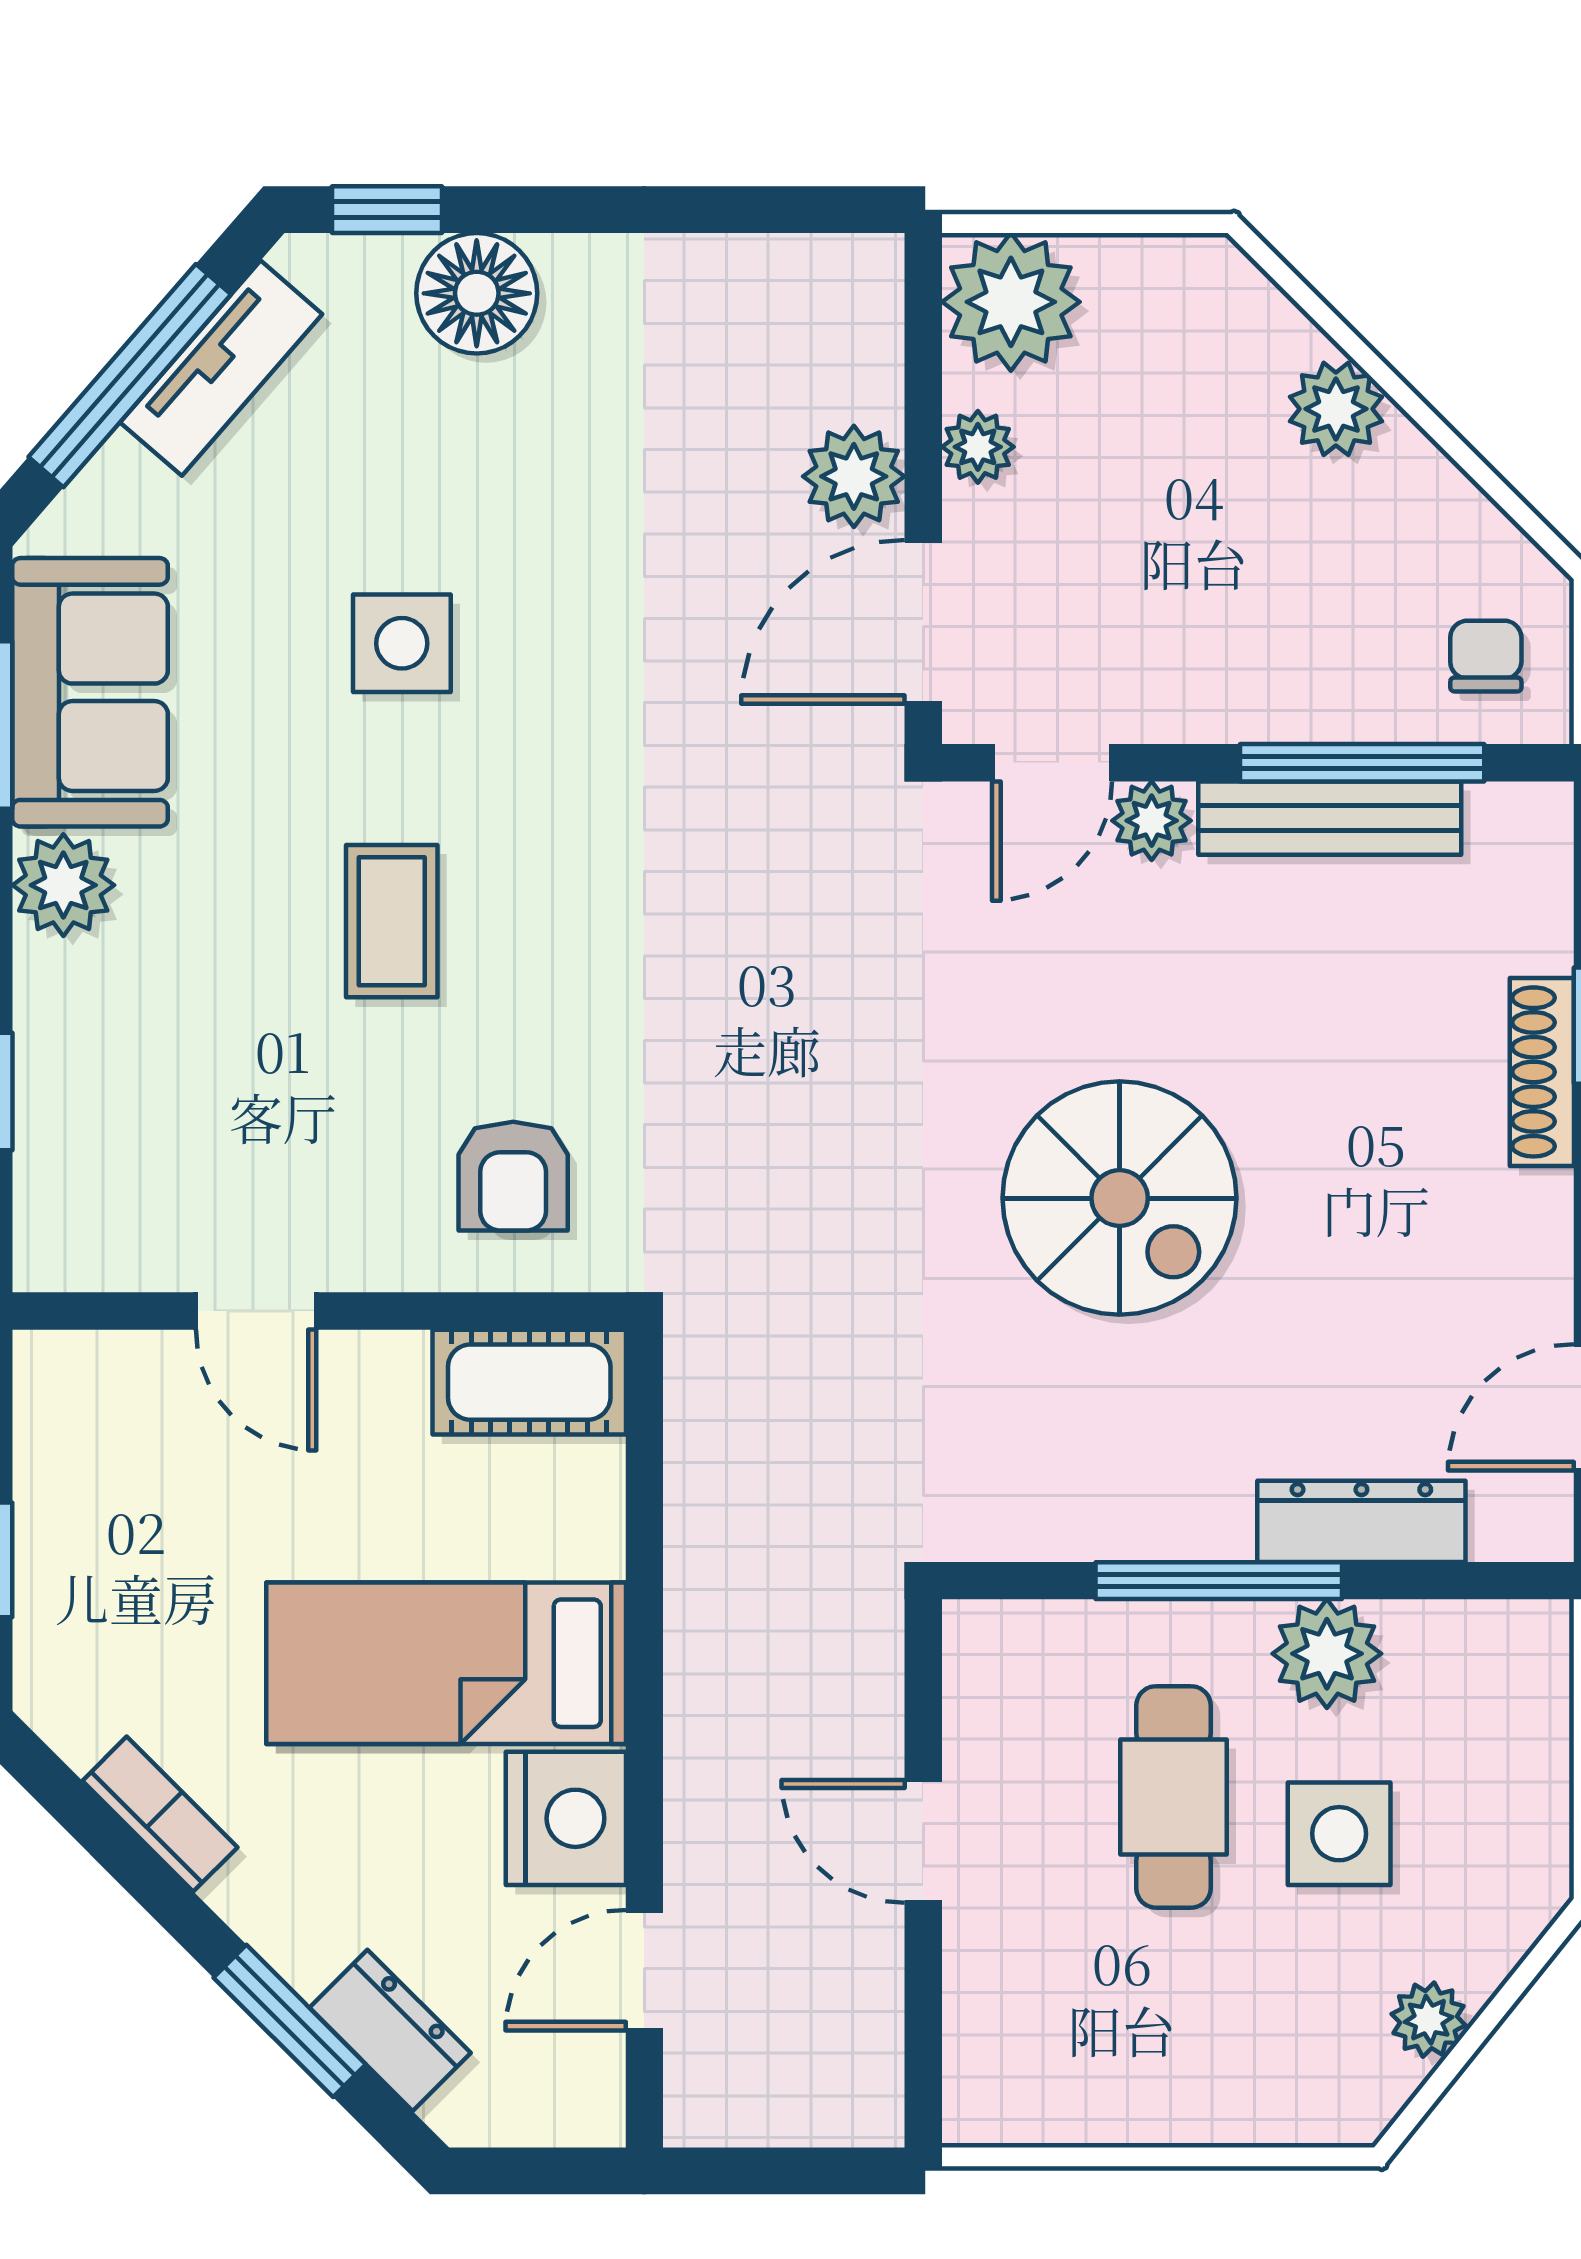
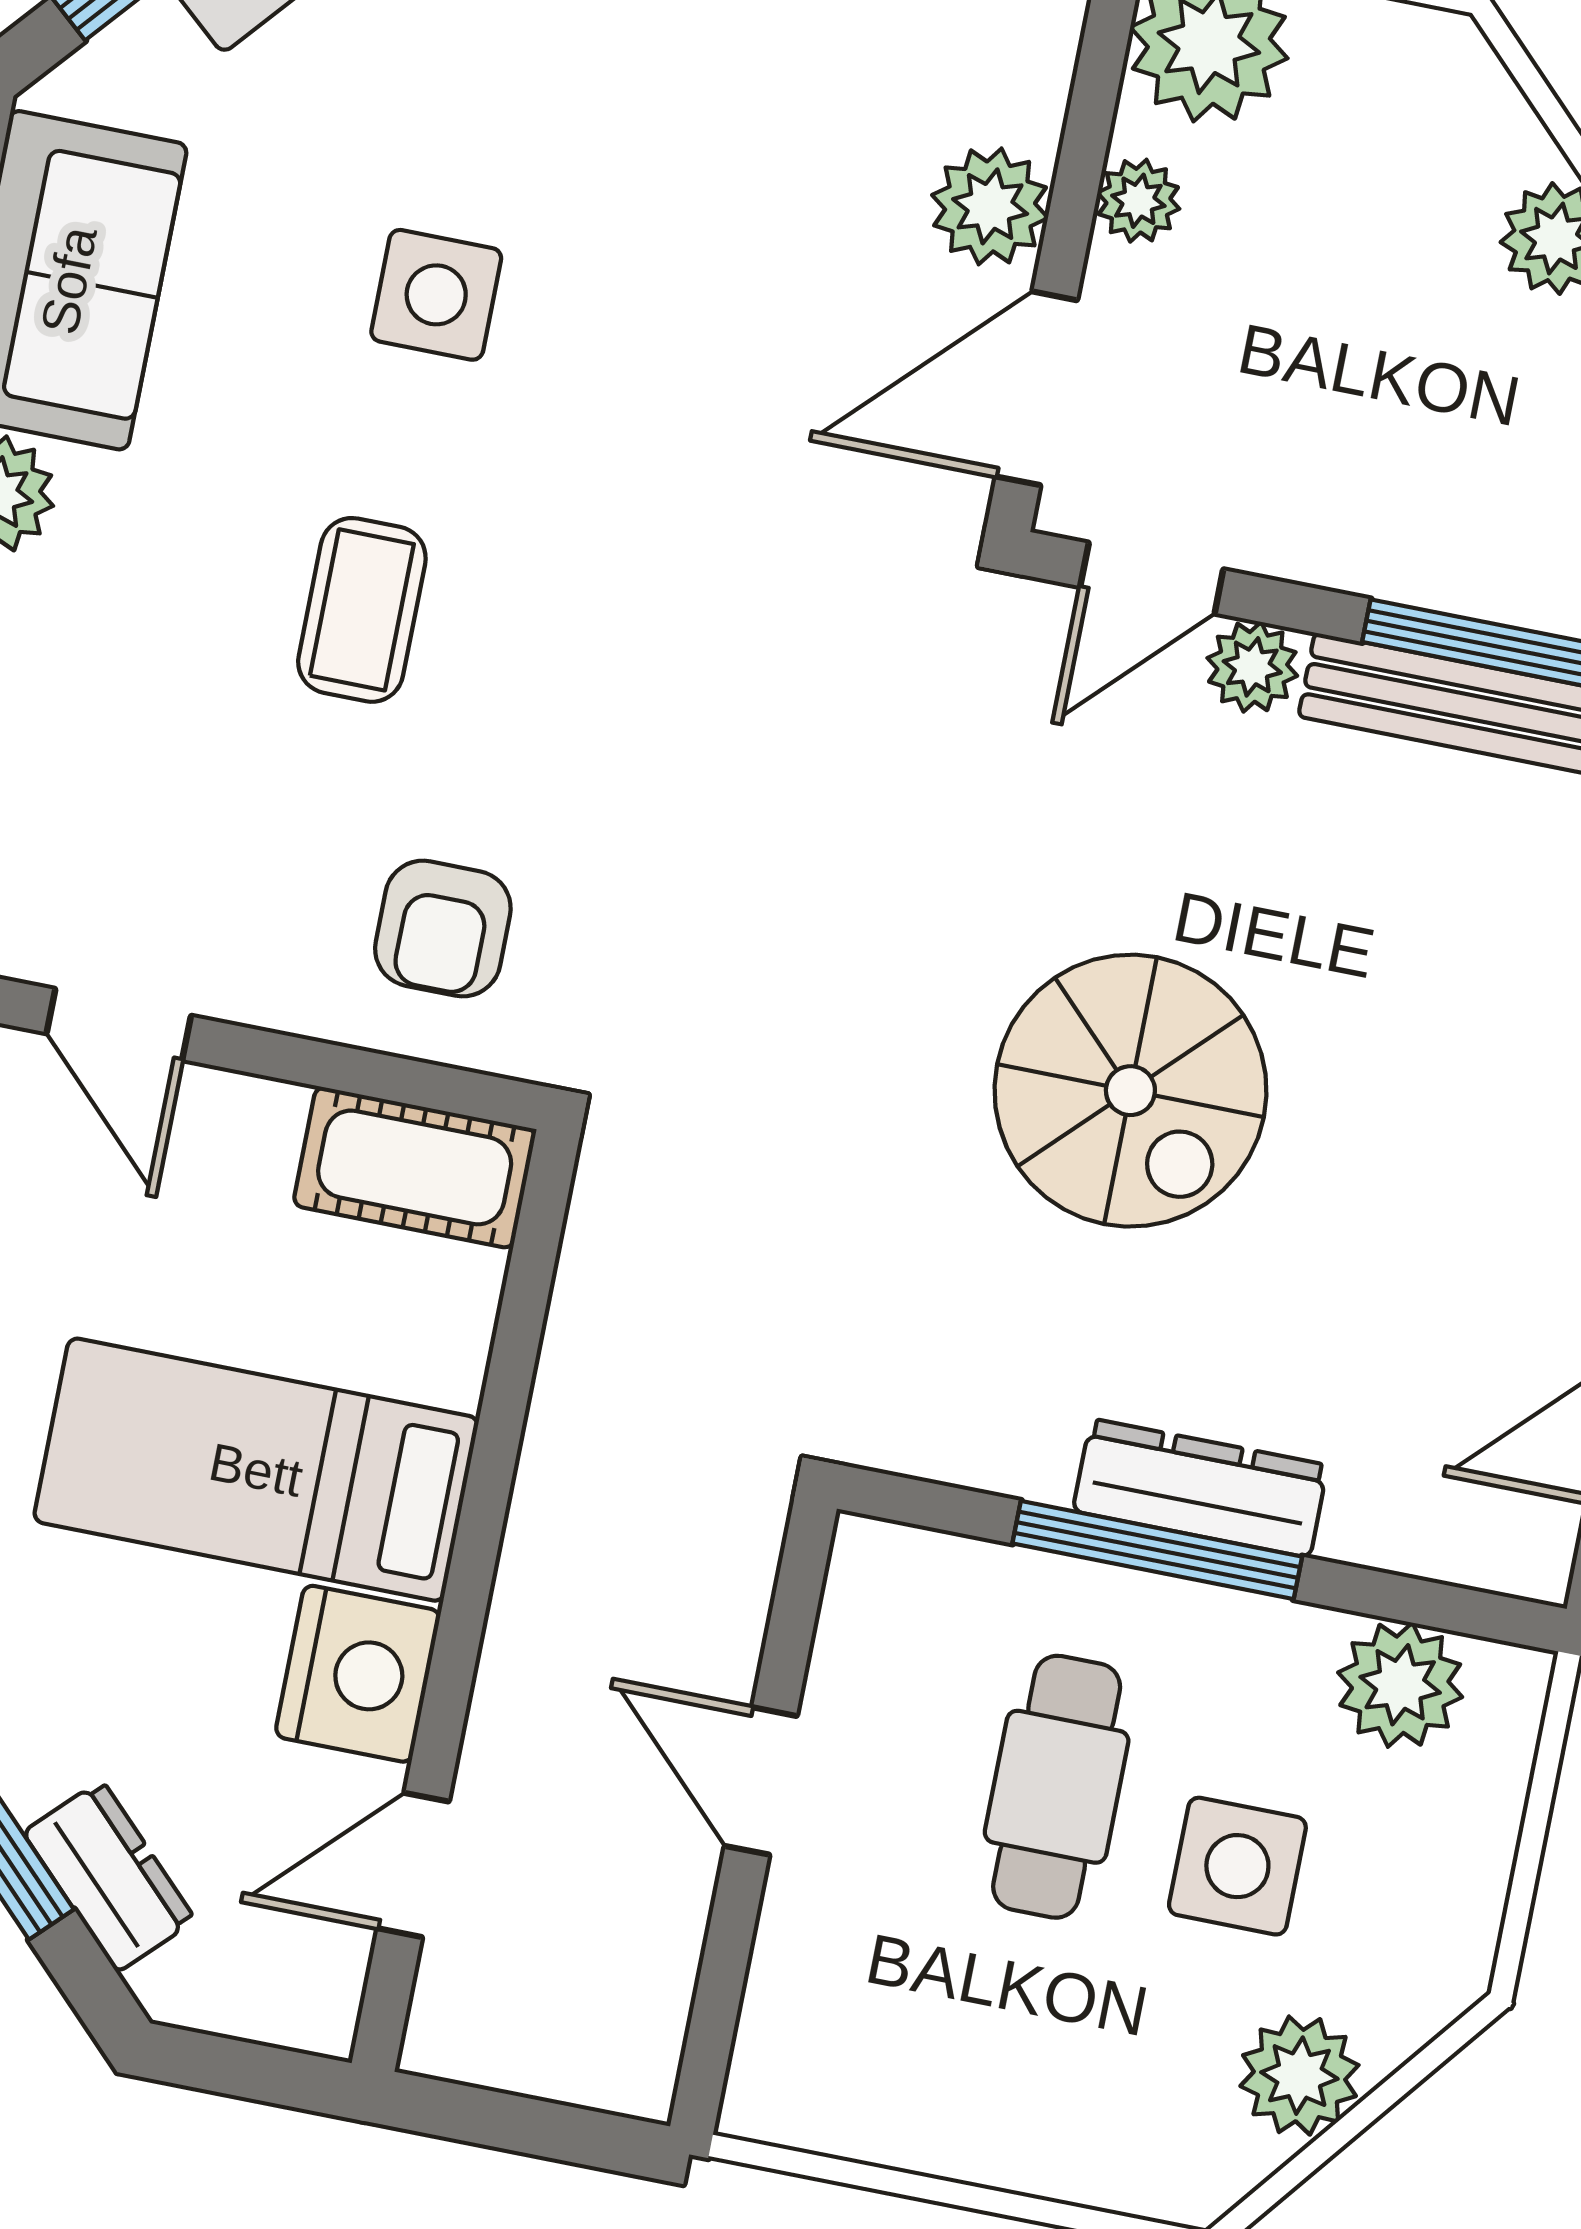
dresser: (1361, 1521) -> (1200, 1488), moved
plant: (1327, 1654) -> (1400, 1685), moved
plant: (1429, 2020) -> (1299, 2076), width x1.38, depth x1.38

